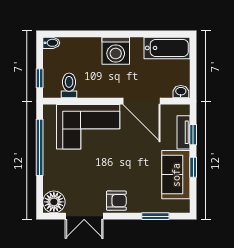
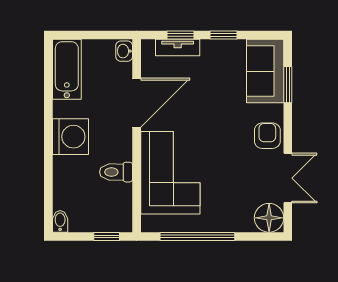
toilet: (69, 85) -> (116, 172), moved
sofa: (176, 175) -> (265, 71), moved, turned 90

